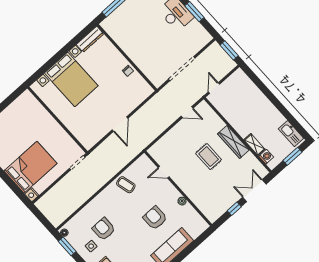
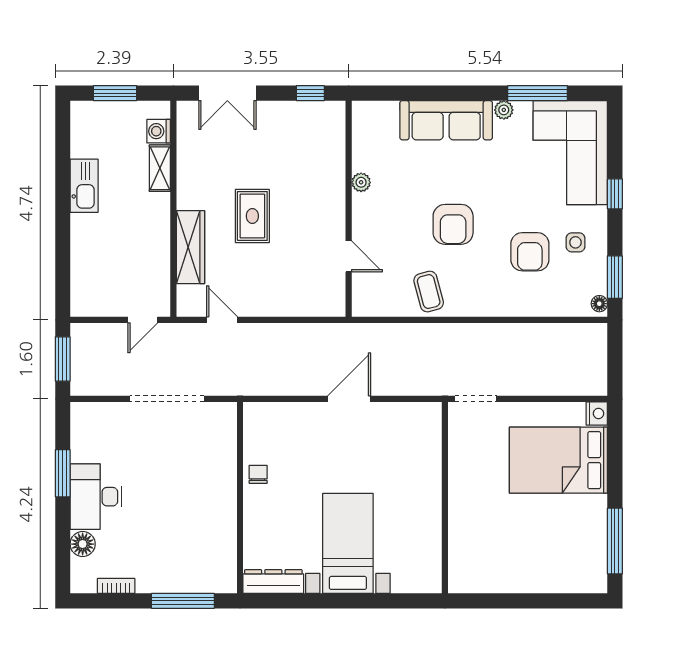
bed with nightstands: (71, 79) -> (348, 543), width x0.73
kitchen sink: (291, 134) -> (84, 186), moved
wardrobe: (233, 142) -> (190, 247), moved
window: (234, 209) -> (310, 93), moved
armchair: (155, 218) -> (453, 224), moved

